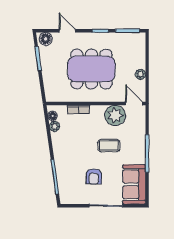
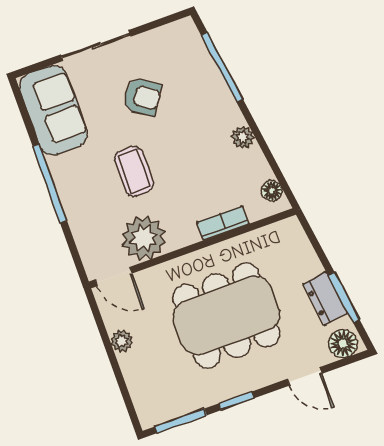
dresser: (46, 61) -> (325, 298), added
plant: (54, 126) -> (243, 137), moved
coffee table: (109, 146) -> (134, 171), turned 90
armchair: (94, 176) -> (142, 97), turned 123

